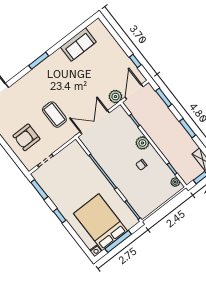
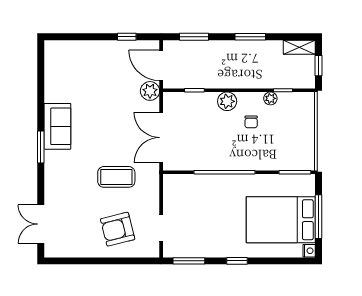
sofa: (78, 44) -> (57, 126), moved
armchair: (26, 137) -> (118, 229), turned 76
plant: (175, 182) -> (270, 98), moved

